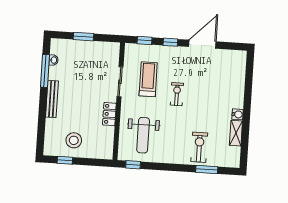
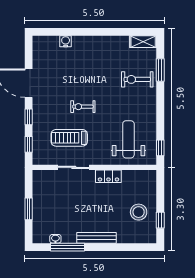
water cooler: (238, 114) -> (66, 41), moved
shelving: (236, 133) -> (143, 42), moved
weight bench: (143, 135) -> (128, 139), turned -90

